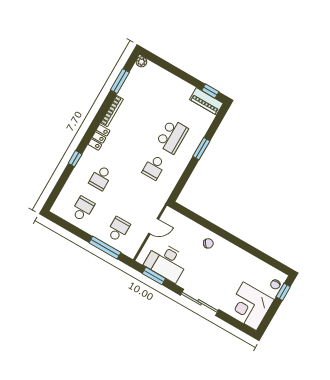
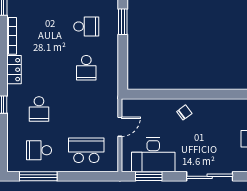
school desk: (172, 136) -> (86, 26), width x0.54
school desk: (83, 209) -> (39, 150), turned -90
school desk: (118, 229) -> (86, 150), width x1.85
window: (105, 248) -> (38, 176), moved

